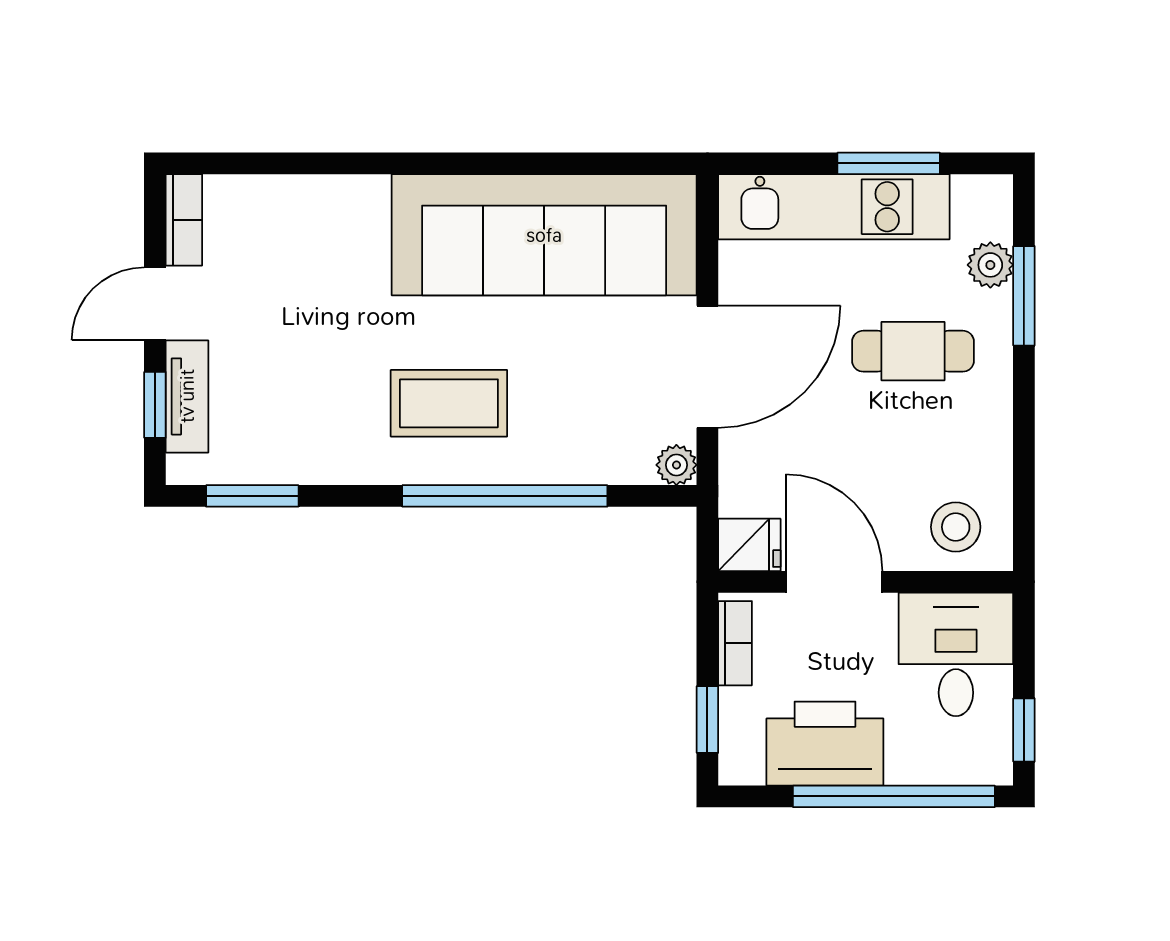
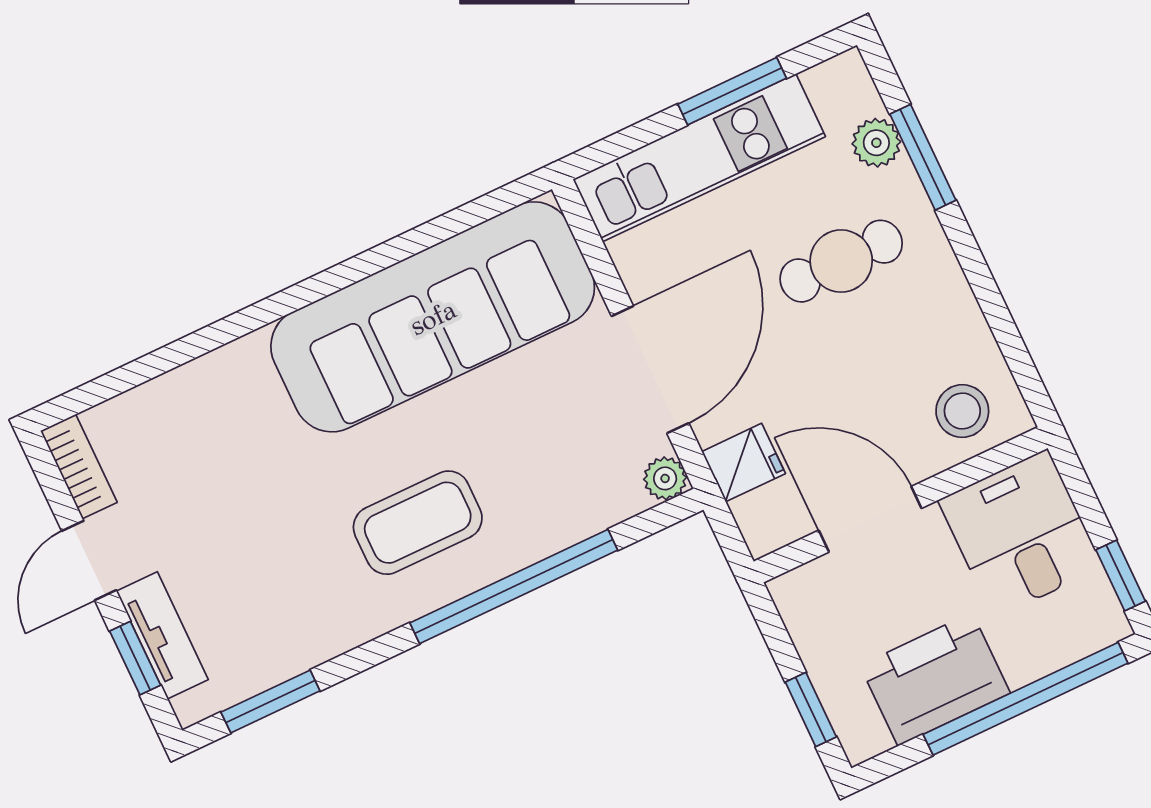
fridge: (749, 545) -> (744, 463), moved
bookcase: (735, 643) -> (803, 624), removed

